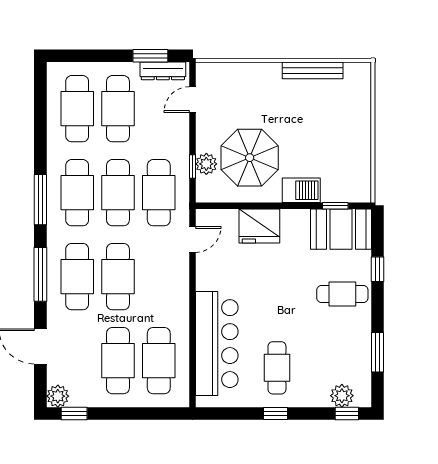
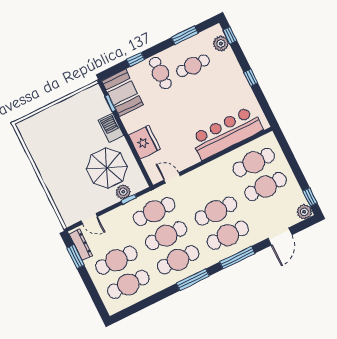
bench: (313, 70) -> (37, 156), removed
cafe table: (277, 368) -> (193, 66), moved

